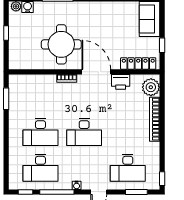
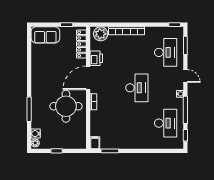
filing cabinet: (16, 80) -> (95, 143), added
desk: (40, 132) -> (137, 123), removed

